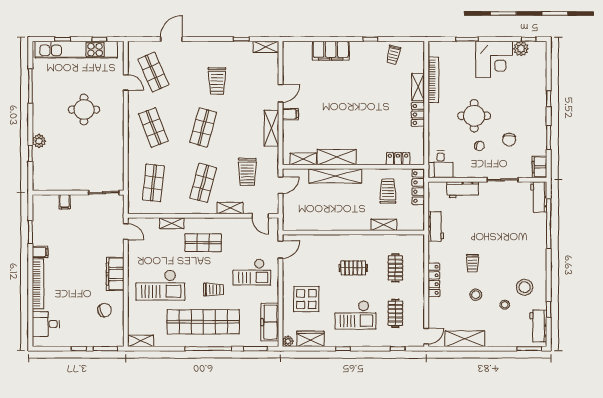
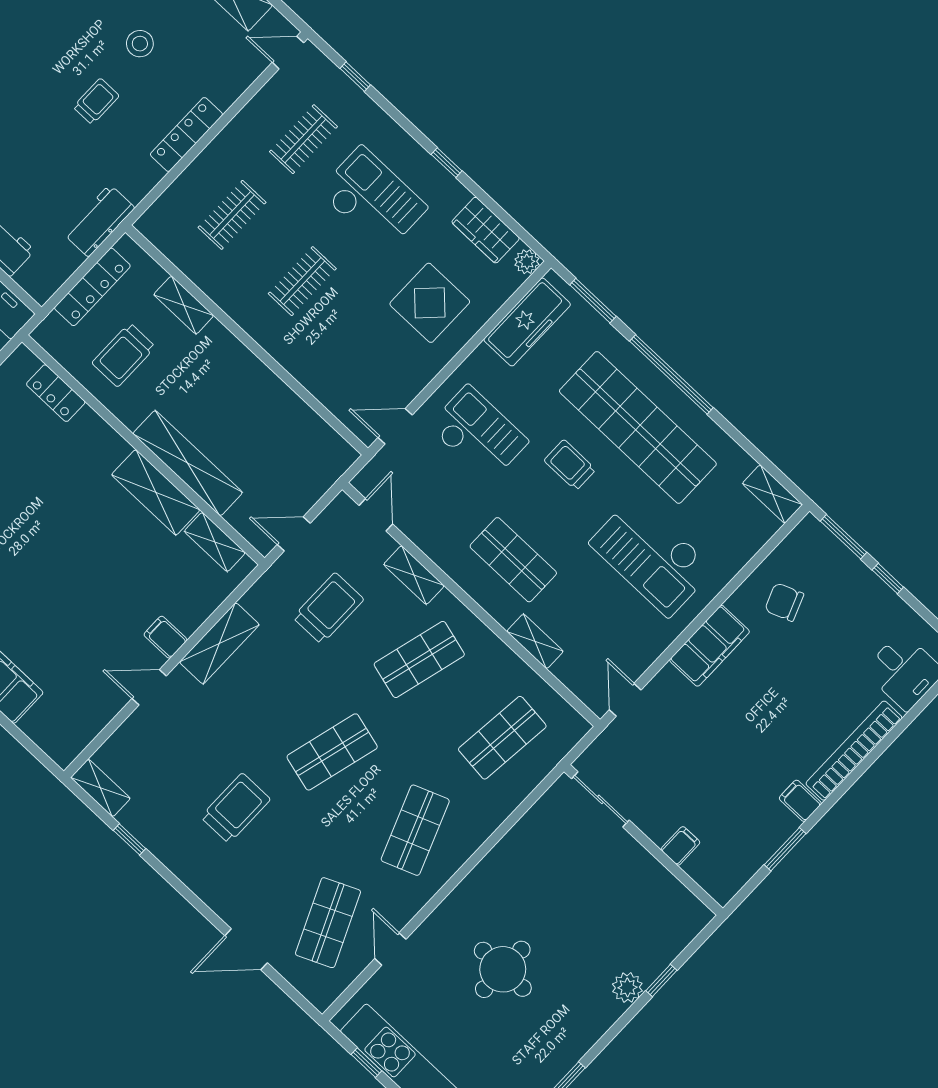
locker: (418, 187) -> (92, 287), moved
clothes rail: (353, 268) -> (302, 281), turned 90
checkout: (160, 285) -> (652, 556), turned 180

